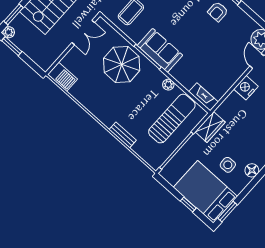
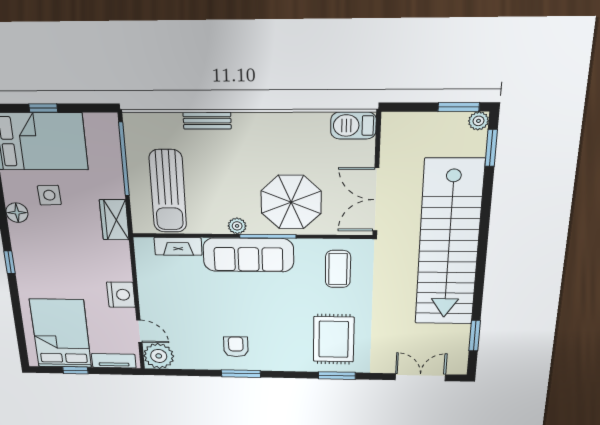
double door: (83, 33) -> (376, 200), width x1.37
sofa: (160, 50) -> (248, 255), width x1.36
plant: (168, 85) -> (237, 226), moved
fireplace: (203, 97) -> (178, 246), moved

